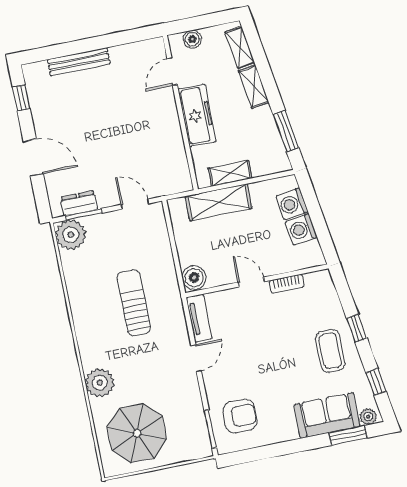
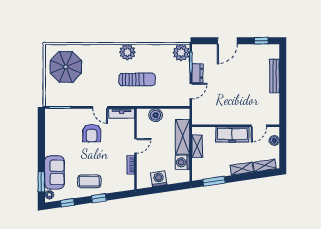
door: (172, 72) -> (259, 126), swing flipped
dresser: (79, 203) -> (197, 73), moved
washing machine: (292, 204) -> (183, 162), moved, turned -82
boiler: (194, 278) -> (156, 115), moved
plant: (100, 383) -> (127, 52), moved
armchair: (240, 416) -> (92, 133), moved

